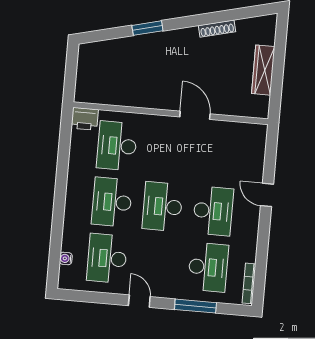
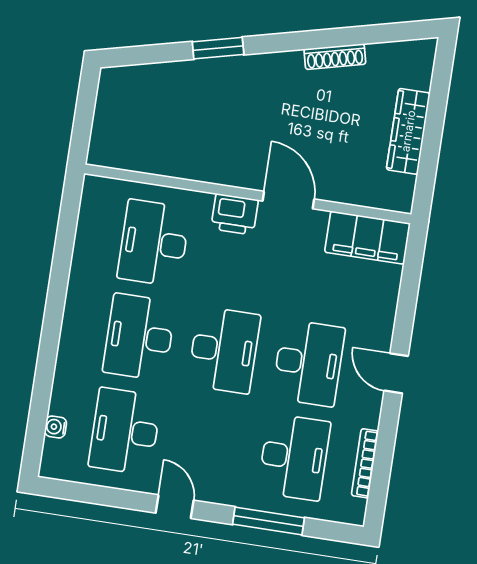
printer: (85, 119) -> (235, 214), moved
filing cabinet: (243, 135) -> (367, 238), added
door: (267, 195) -> (396, 373), moved
desk: (163, 207) -> (224, 350), turned 180
bookcase: (249, 283) -> (365, 463), moved

